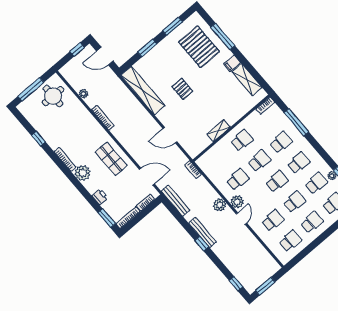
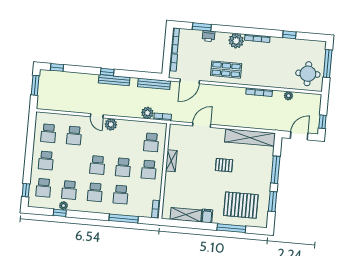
window: (147, 48) -> (275, 170), width x1.44
school desk: (238, 179) -> (151, 142), moved
school desk: (294, 202) -> (72, 163), removed
plant: (220, 205) -> (147, 113), moved
window: (107, 218) -> (202, 27), moved

